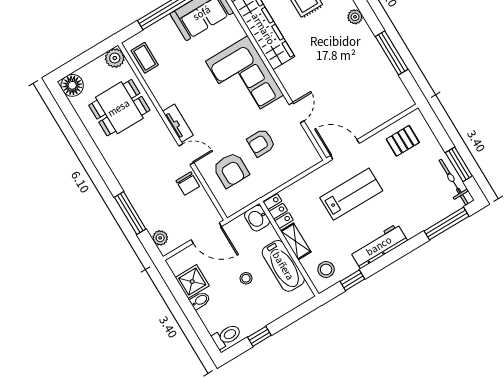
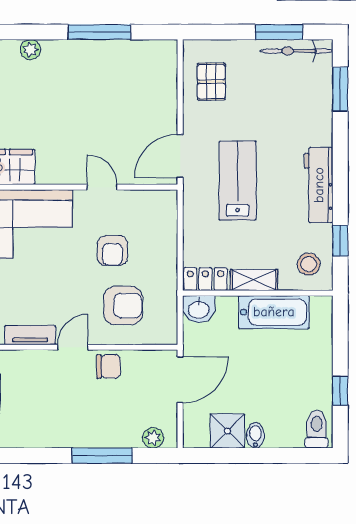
window: (446, 224) -> (340, 89), width x0.69
stool: (246, 278) -> (262, 365), removed

